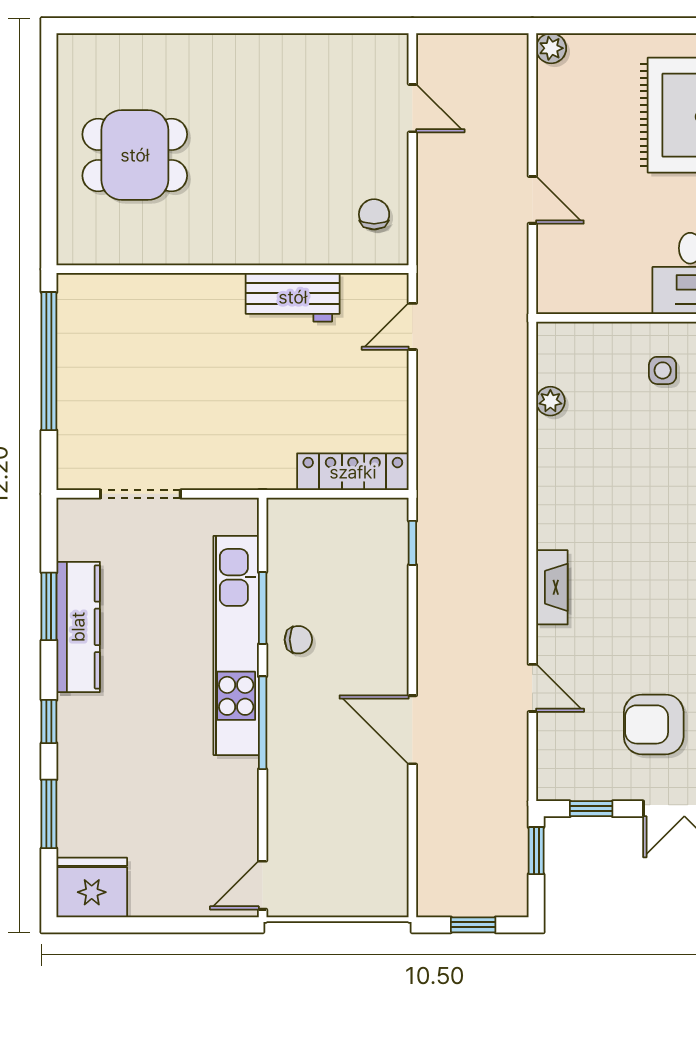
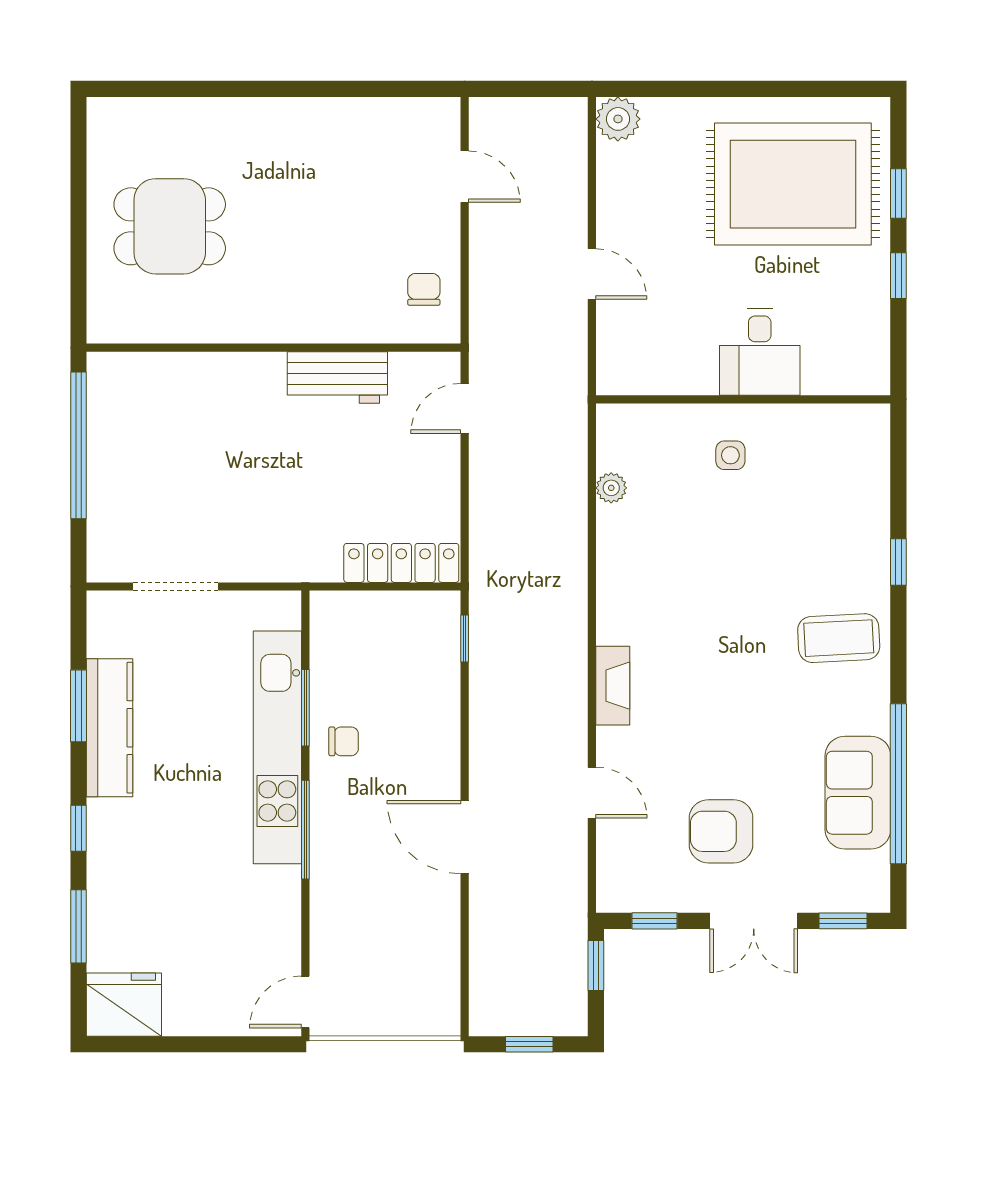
plant: (551, 48) -> (618, 119), width x1.38, depth x1.38

